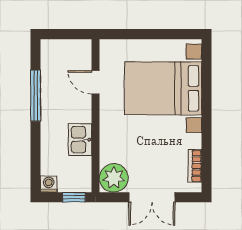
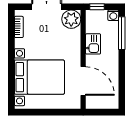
door: (96, 82) -> (83, 81), width x1.88
window: (36, 96) -> (122, 33), moved

